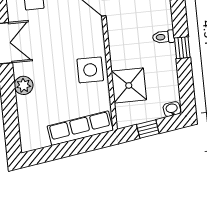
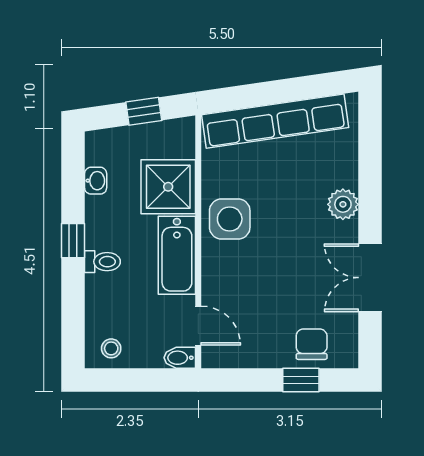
bathtub: (120, 45) -> (177, 255), added
washbasin: (172, 109) -> (96, 181), moved, turned -82
row of seats: (80, 128) -> (275, 121), width x1.36

